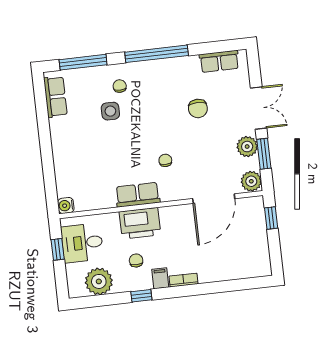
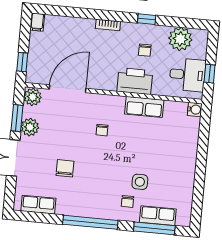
row of seats: (55, 97) -> (158, 216), moved, turned 90
row of seats: (138, 195) -> (144, 107), moved
filing cabinet: (160, 278) -> (37, 22), moved

